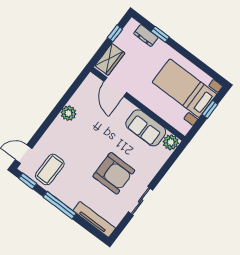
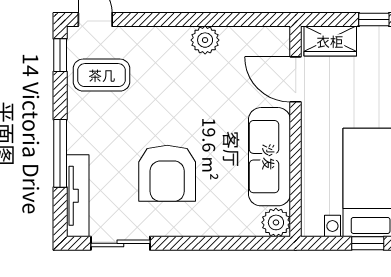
door: (115, 87) -> (296, 79), hinge flipped
sofa: (146, 128) -> (269, 157), width x1.36
sliding door: (141, 201) -> (120, 243), moved
window: (60, 205) -> (60, 153), moved

